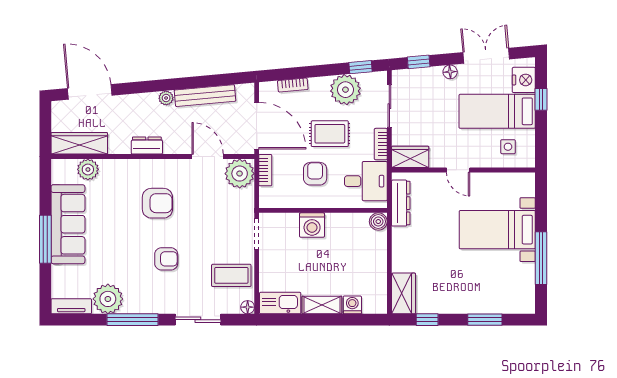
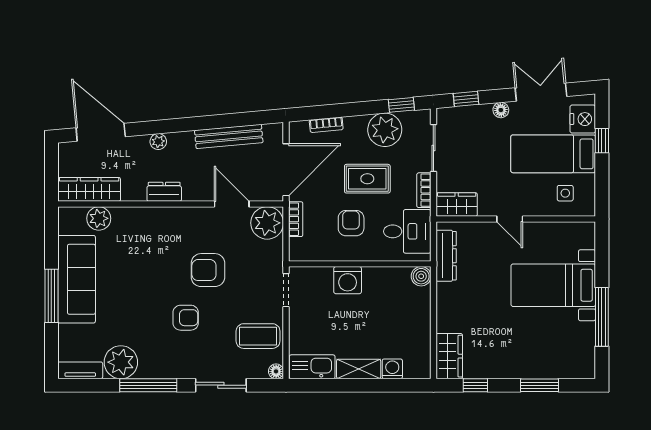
plant: (166, 98) -> (158, 142), moved
door: (257, 126) -> (286, 170), hinge flipped
armchair: (157, 203) -> (208, 270), moved, turned 180

